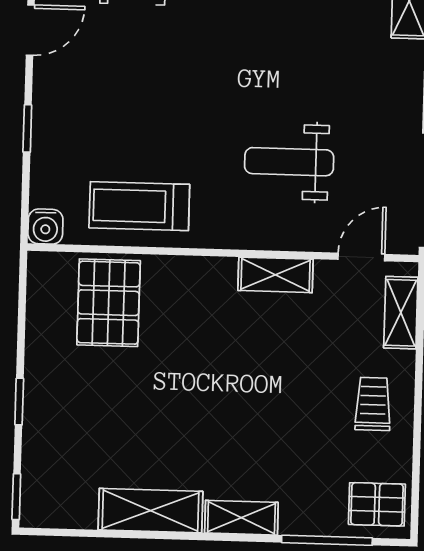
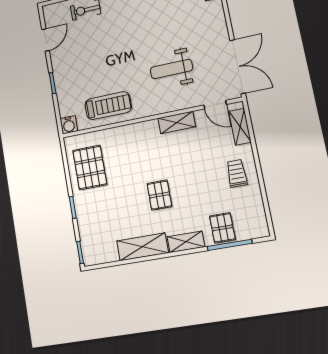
treadmill: (139, 206) -> (108, 106), turned 180
door: (361, 257) -> (215, 105), swing flipped
pallet: (109, 303) -> (90, 167), moved
pallet: (208, 414) -> (159, 195), added
pallet: (377, 504) -> (222, 228), moved, turned 90

